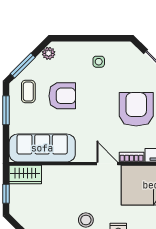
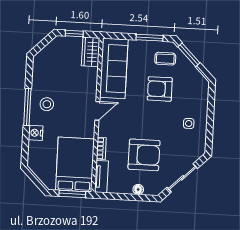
plant: (49, 53) -> (199, 79), removed
armchair: (62, 96) -> (160, 89), turned 90
door: (107, 164) -> (97, 111), moved

